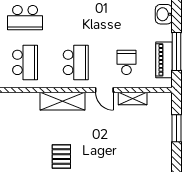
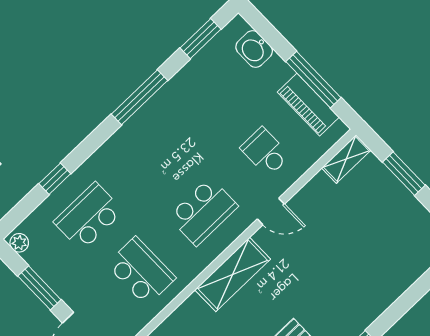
school desk: (25, 18) -> (88, 216), turned 180
school desk: (76, 62) -> (203, 212), turned 90
shelving: (133, 99) -> (346, 159), moved

